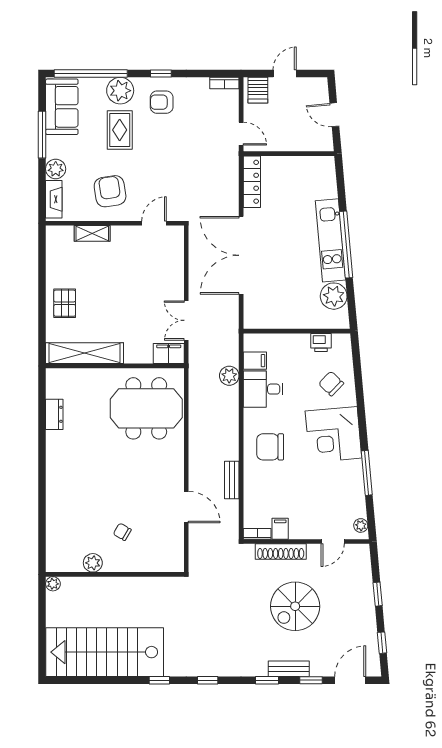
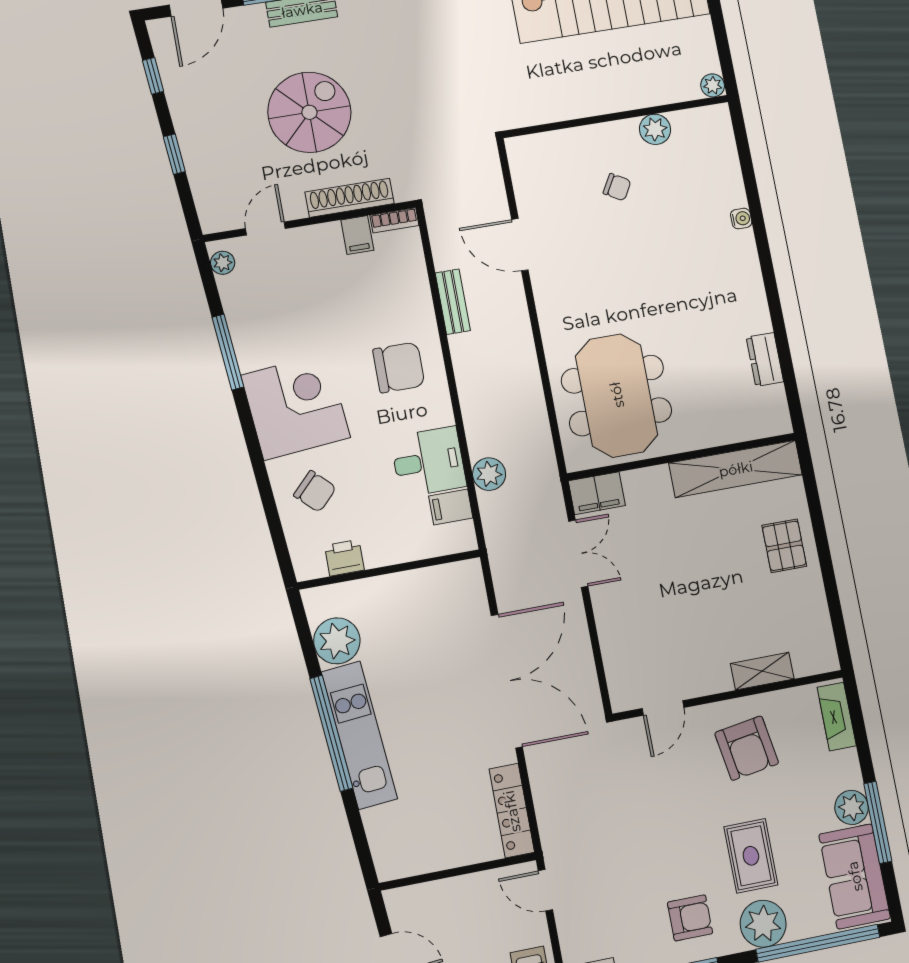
plant: (56, 169) -> (852, 807), moved
meeting table: (146, 408) -> (617, 395), turned 90
water cooler: (52, 501) -> (741, 219), added

